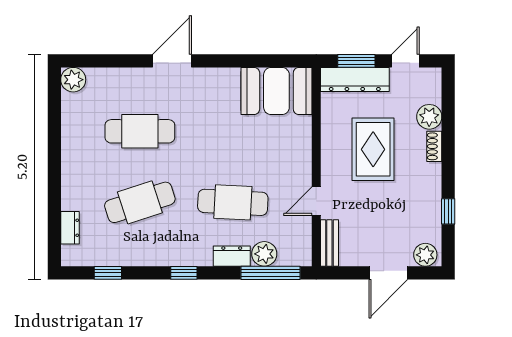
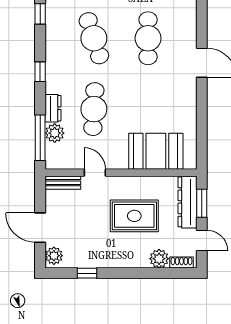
booth: (276, 91) -> (156, 151), moved, turned 90
shoe rack: (434, 146) -> (181, 263), moved

